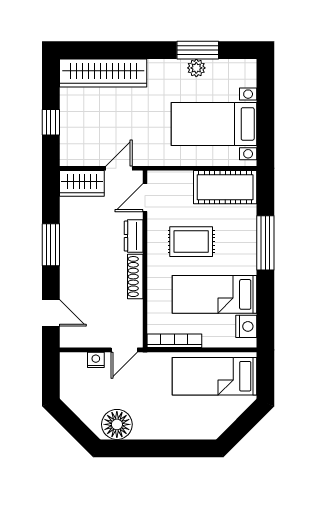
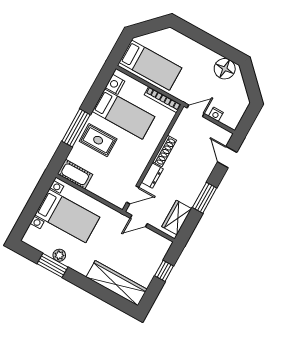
wardrobe: (82, 183) -> (177, 218), moved, turned -90
cot: (225, 187) -> (75, 174), width x0.73, depth x0.75
rug: (191, 242) -> (98, 140), moved

